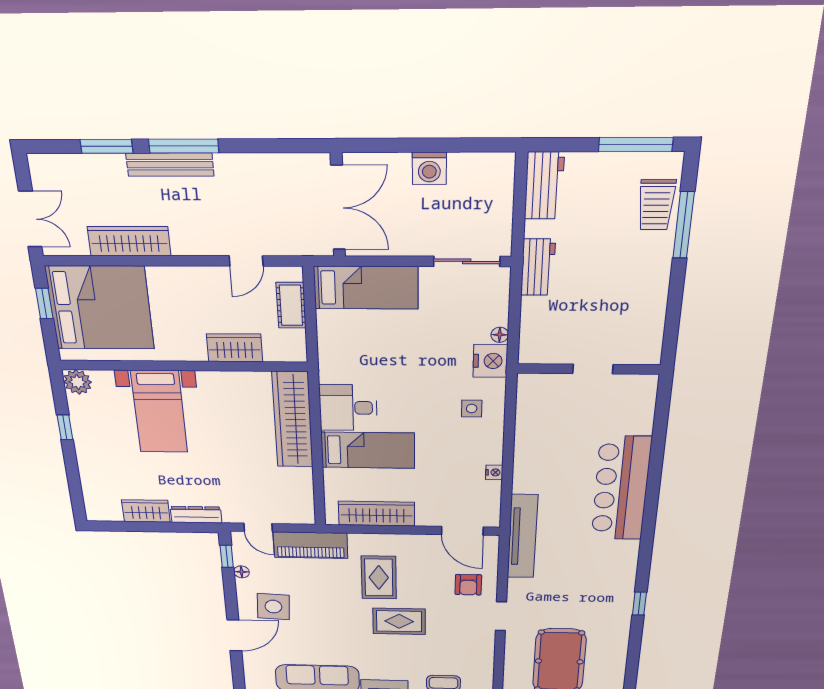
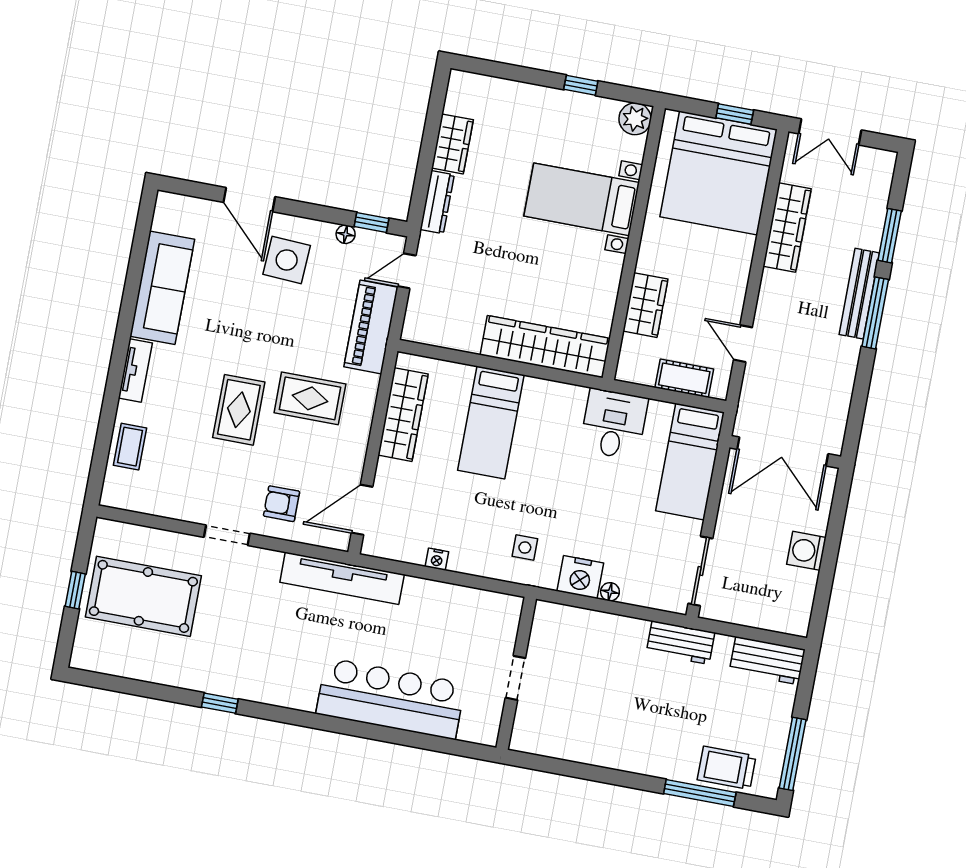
wall: (588, 369) -> (516, 673), moved
doorway: (593, 369) -> (515, 678), moved
desk: (348, 408) -> (614, 424), moved

